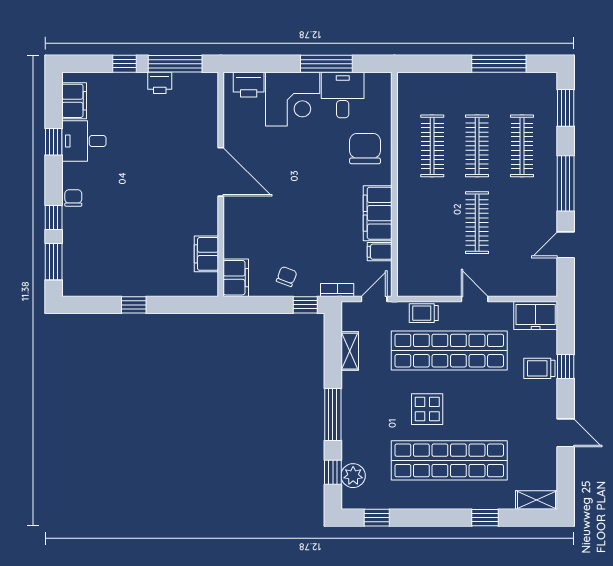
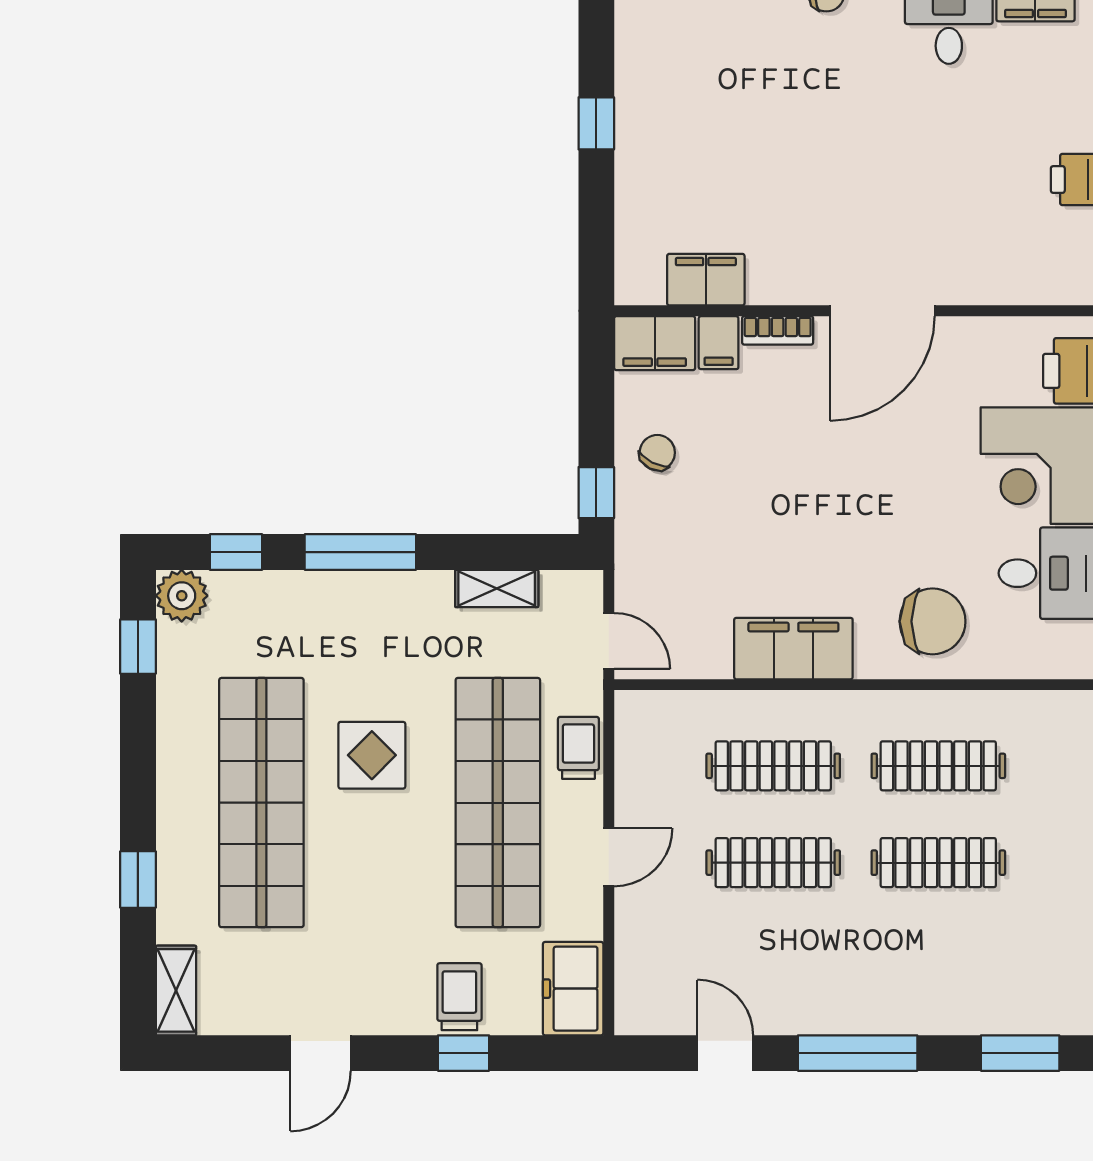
clothes rail: (522, 146) -> (773, 766), moved
filing cabinet: (380, 252) -> (719, 343), moved, turned 180
chair: (287, 276) -> (657, 453), turned -84
bookcase: (337, 290) -> (778, 330), moved, turned 90
plant: (353, 476) -> (182, 596), moved

